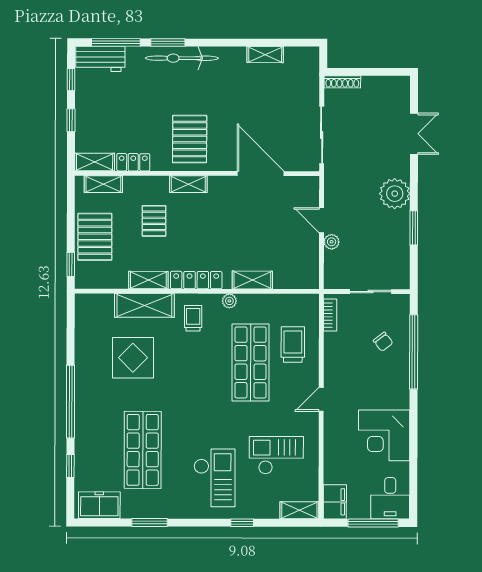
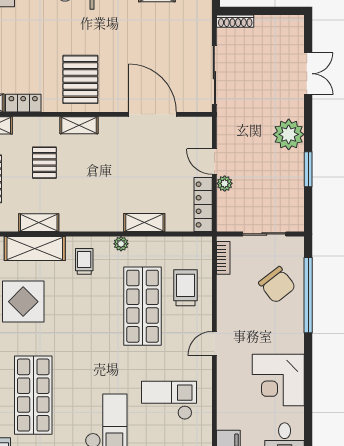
locker: (196, 280) -> (203, 205), moved, turned -90
chair: (383, 342) -> (277, 285), width x1.87, depth x1.87

